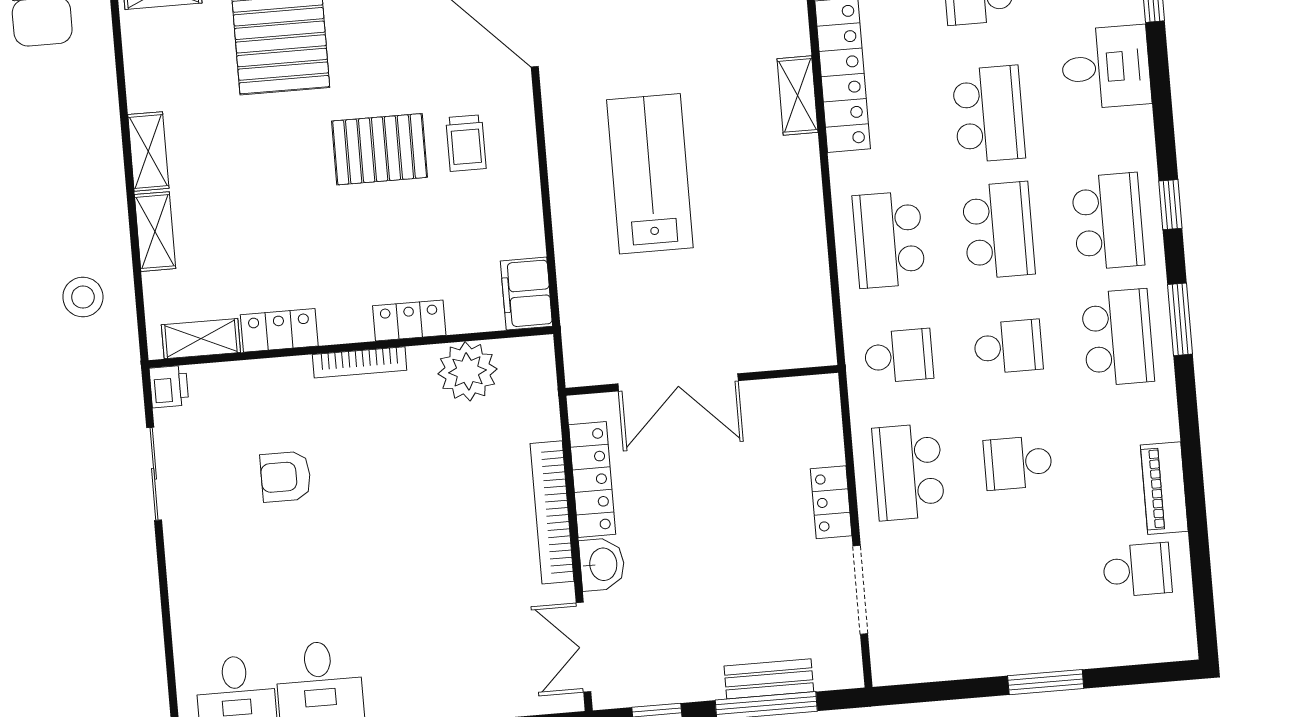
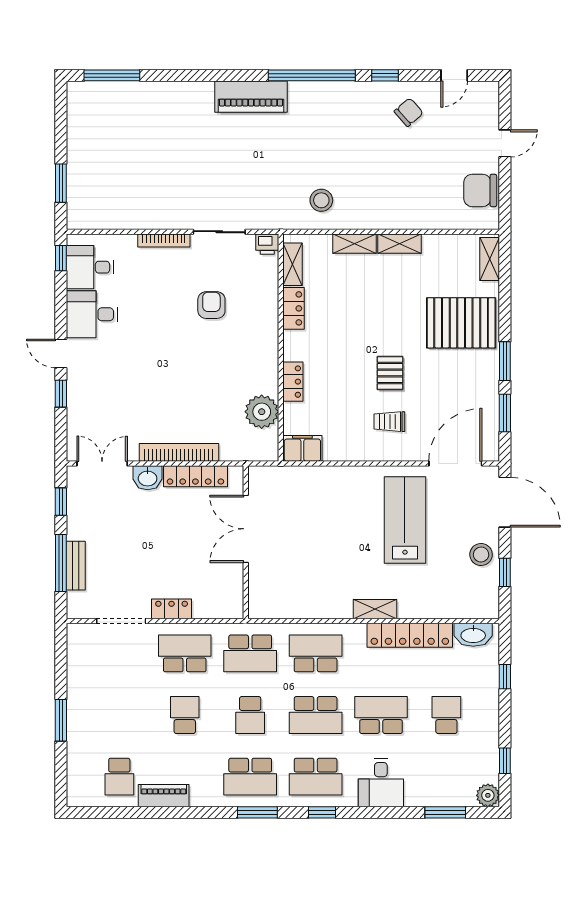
desk: (1106, 67) -> (381, 783), moved
shelving: (798, 95) -> (375, 609), moved
school desk: (989, 114) -> (381, 715), turned 180
pallet: (380, 149) -> (390, 373), width x0.67, depth x0.71
lab bench: (650, 174) -> (405, 520), moved, turned -90
school desk: (899, 356) -> (250, 653), width x1.85
bookcase: (360, 362) -> (164, 241), moved, turned -90

